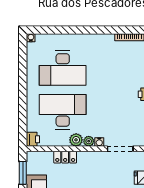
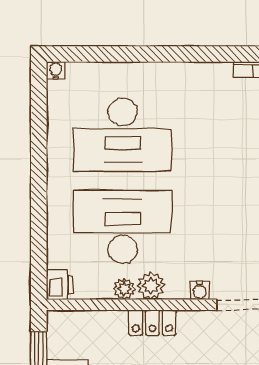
plant: (89, 141) -> (124, 289), moved
locker: (65, 157) -> (152, 323), moved

